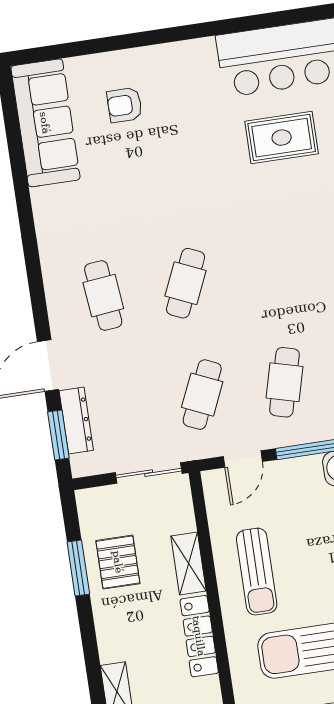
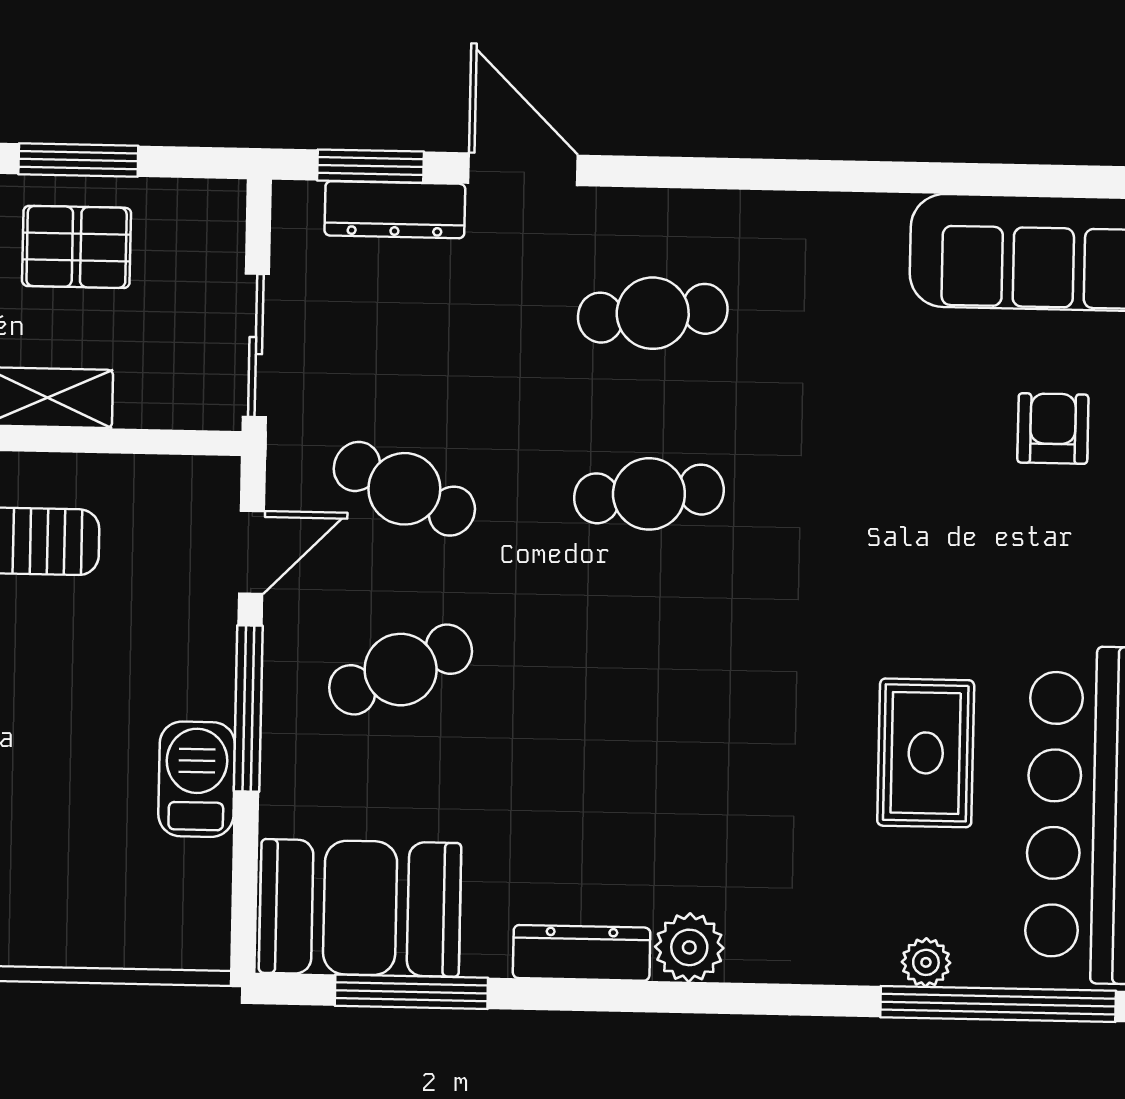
cafe table: (186, 283) -> (649, 494), turned -30
cafe table: (284, 382) -> (401, 670), turned -39
door: (243, 459) -> (252, 552), swing flipped

